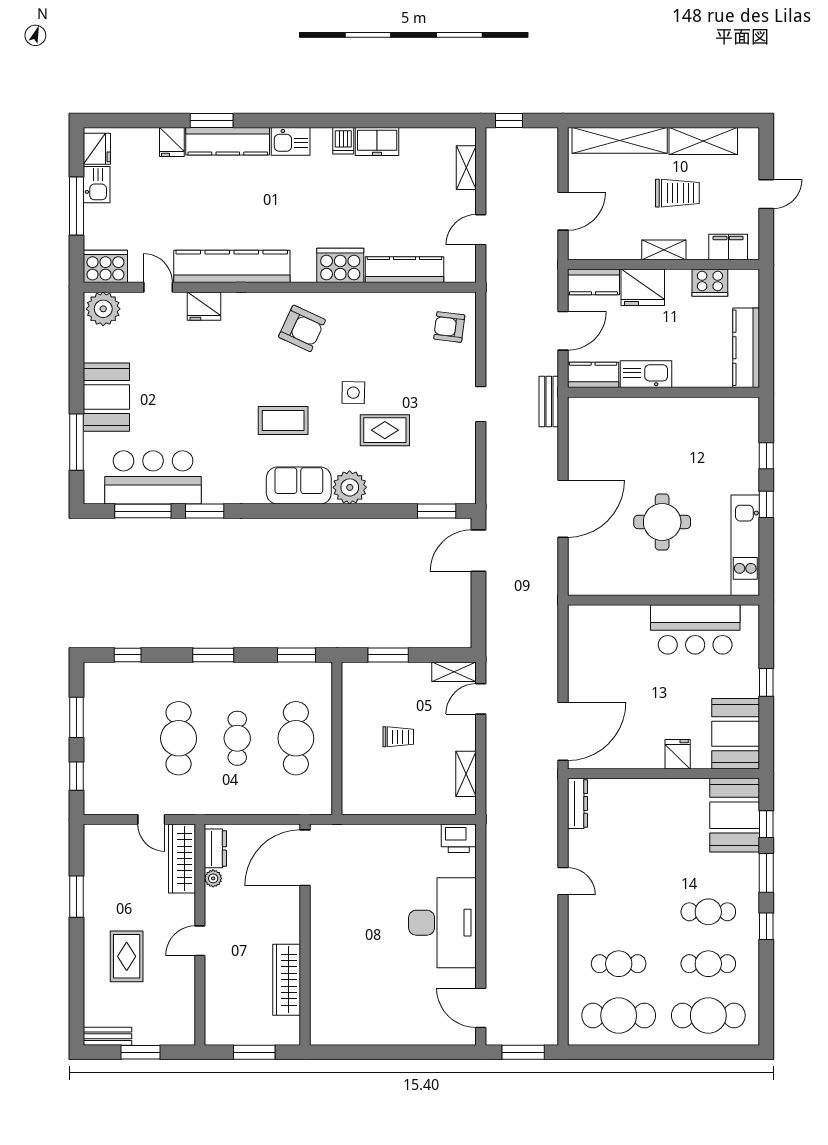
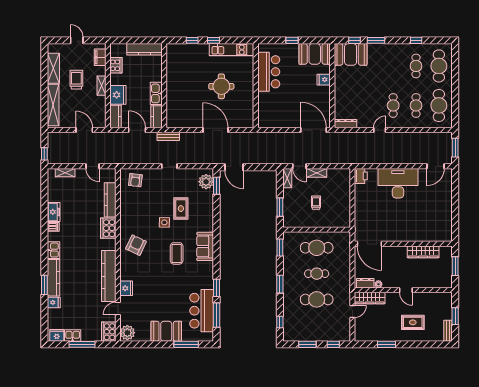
plant: (350, 487) -> (206, 182), moved
shelving: (466, 774) -> (317, 173), moved
cafe table: (708, 912) -> (393, 105), moved
window: (766, 926) -> (416, 40), moved

